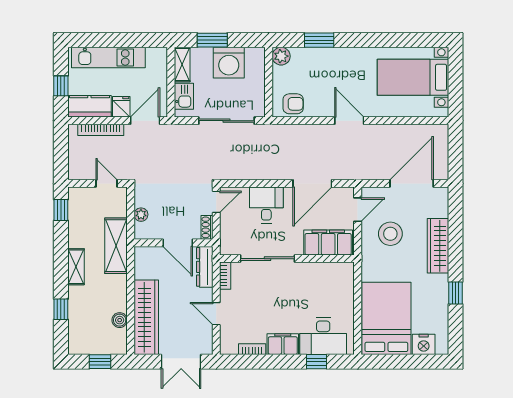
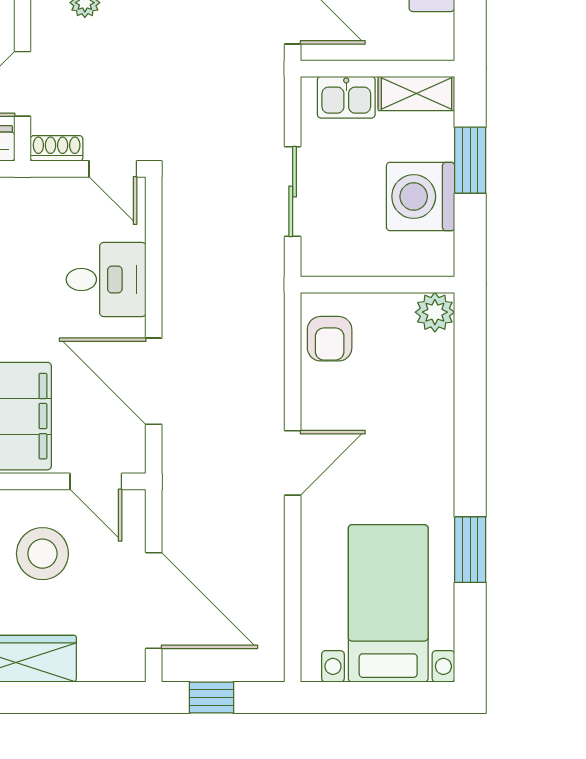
window: (319, 40) -> (470, 550), moved
sliding door: (226, 121) -> (293, 191), width x0.73
window: (456, 157) -> (211, 698), added

